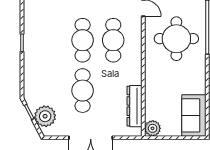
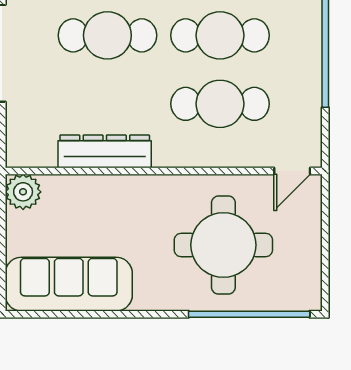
dresser: (134, 106) -> (105, 151), moved
sofa: (194, 115) -> (69, 284), width x1.36

